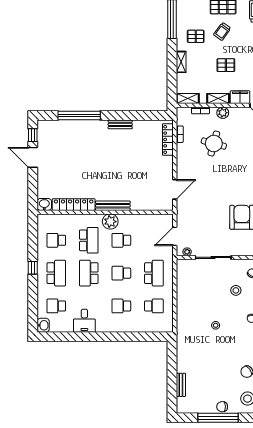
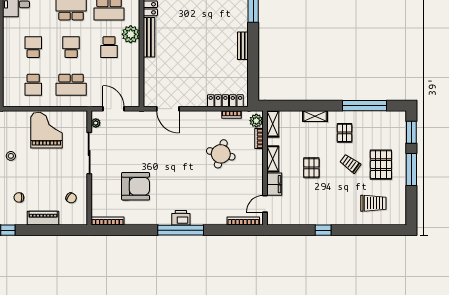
plant: (223, 113) -> (256, 121), moved
school desk: (121, 240) -> (109, 47), turned 180
stool: (236, 290) -> (51, 179), removed
grand piano: (193, 294) -> (46, 130), added

